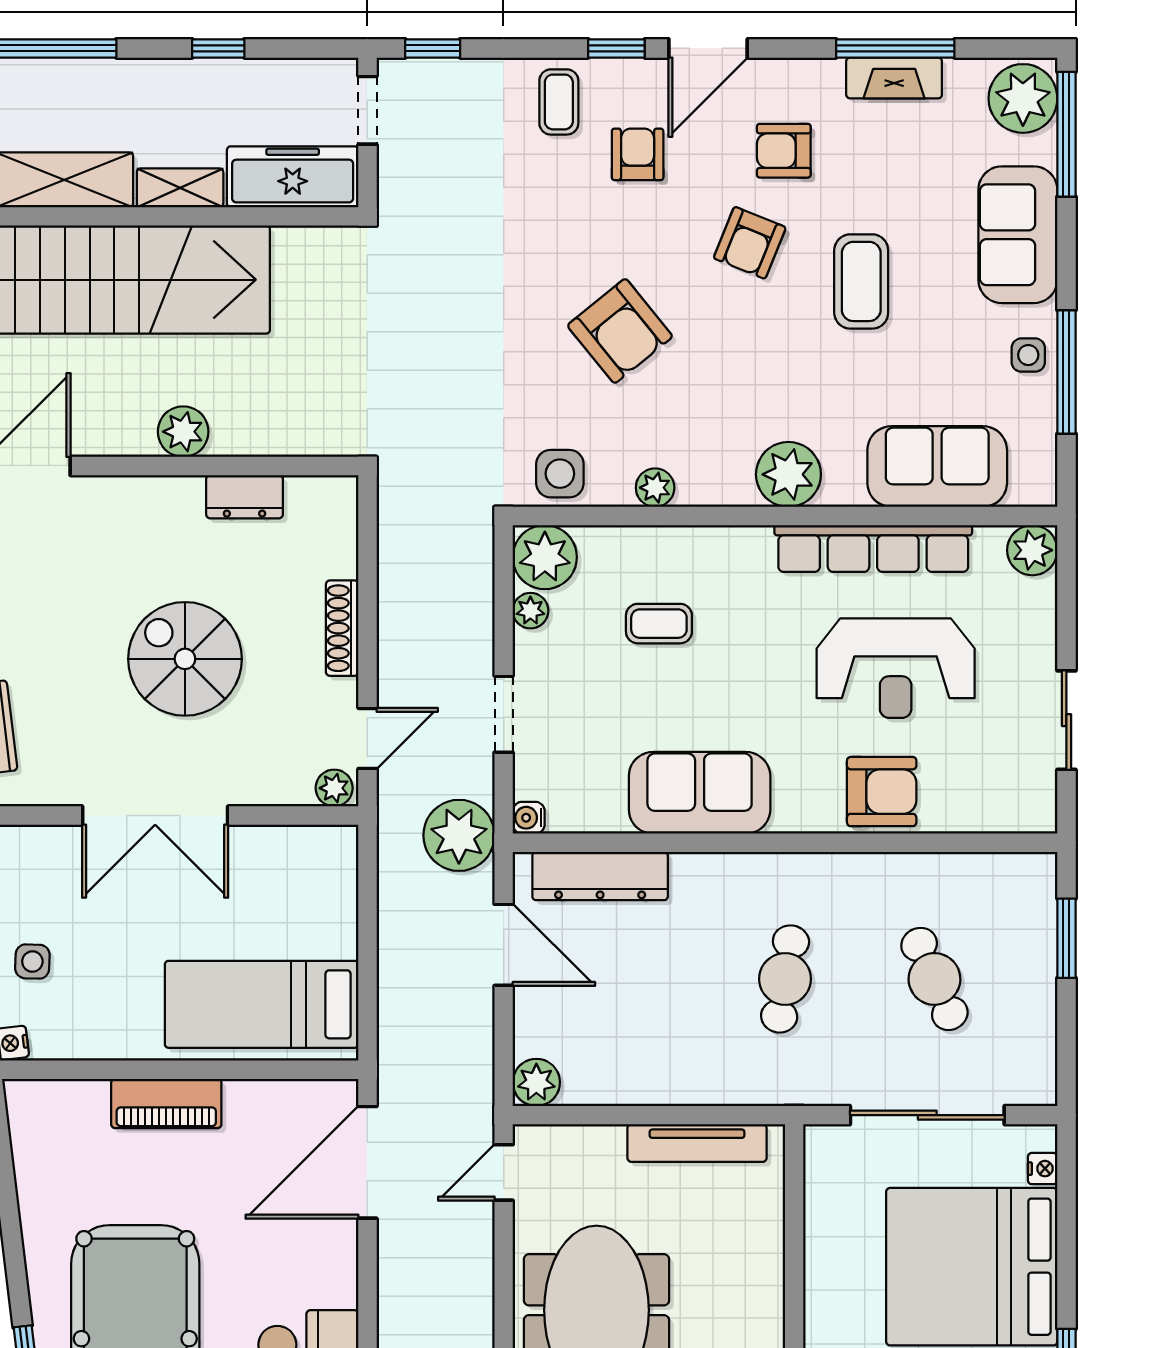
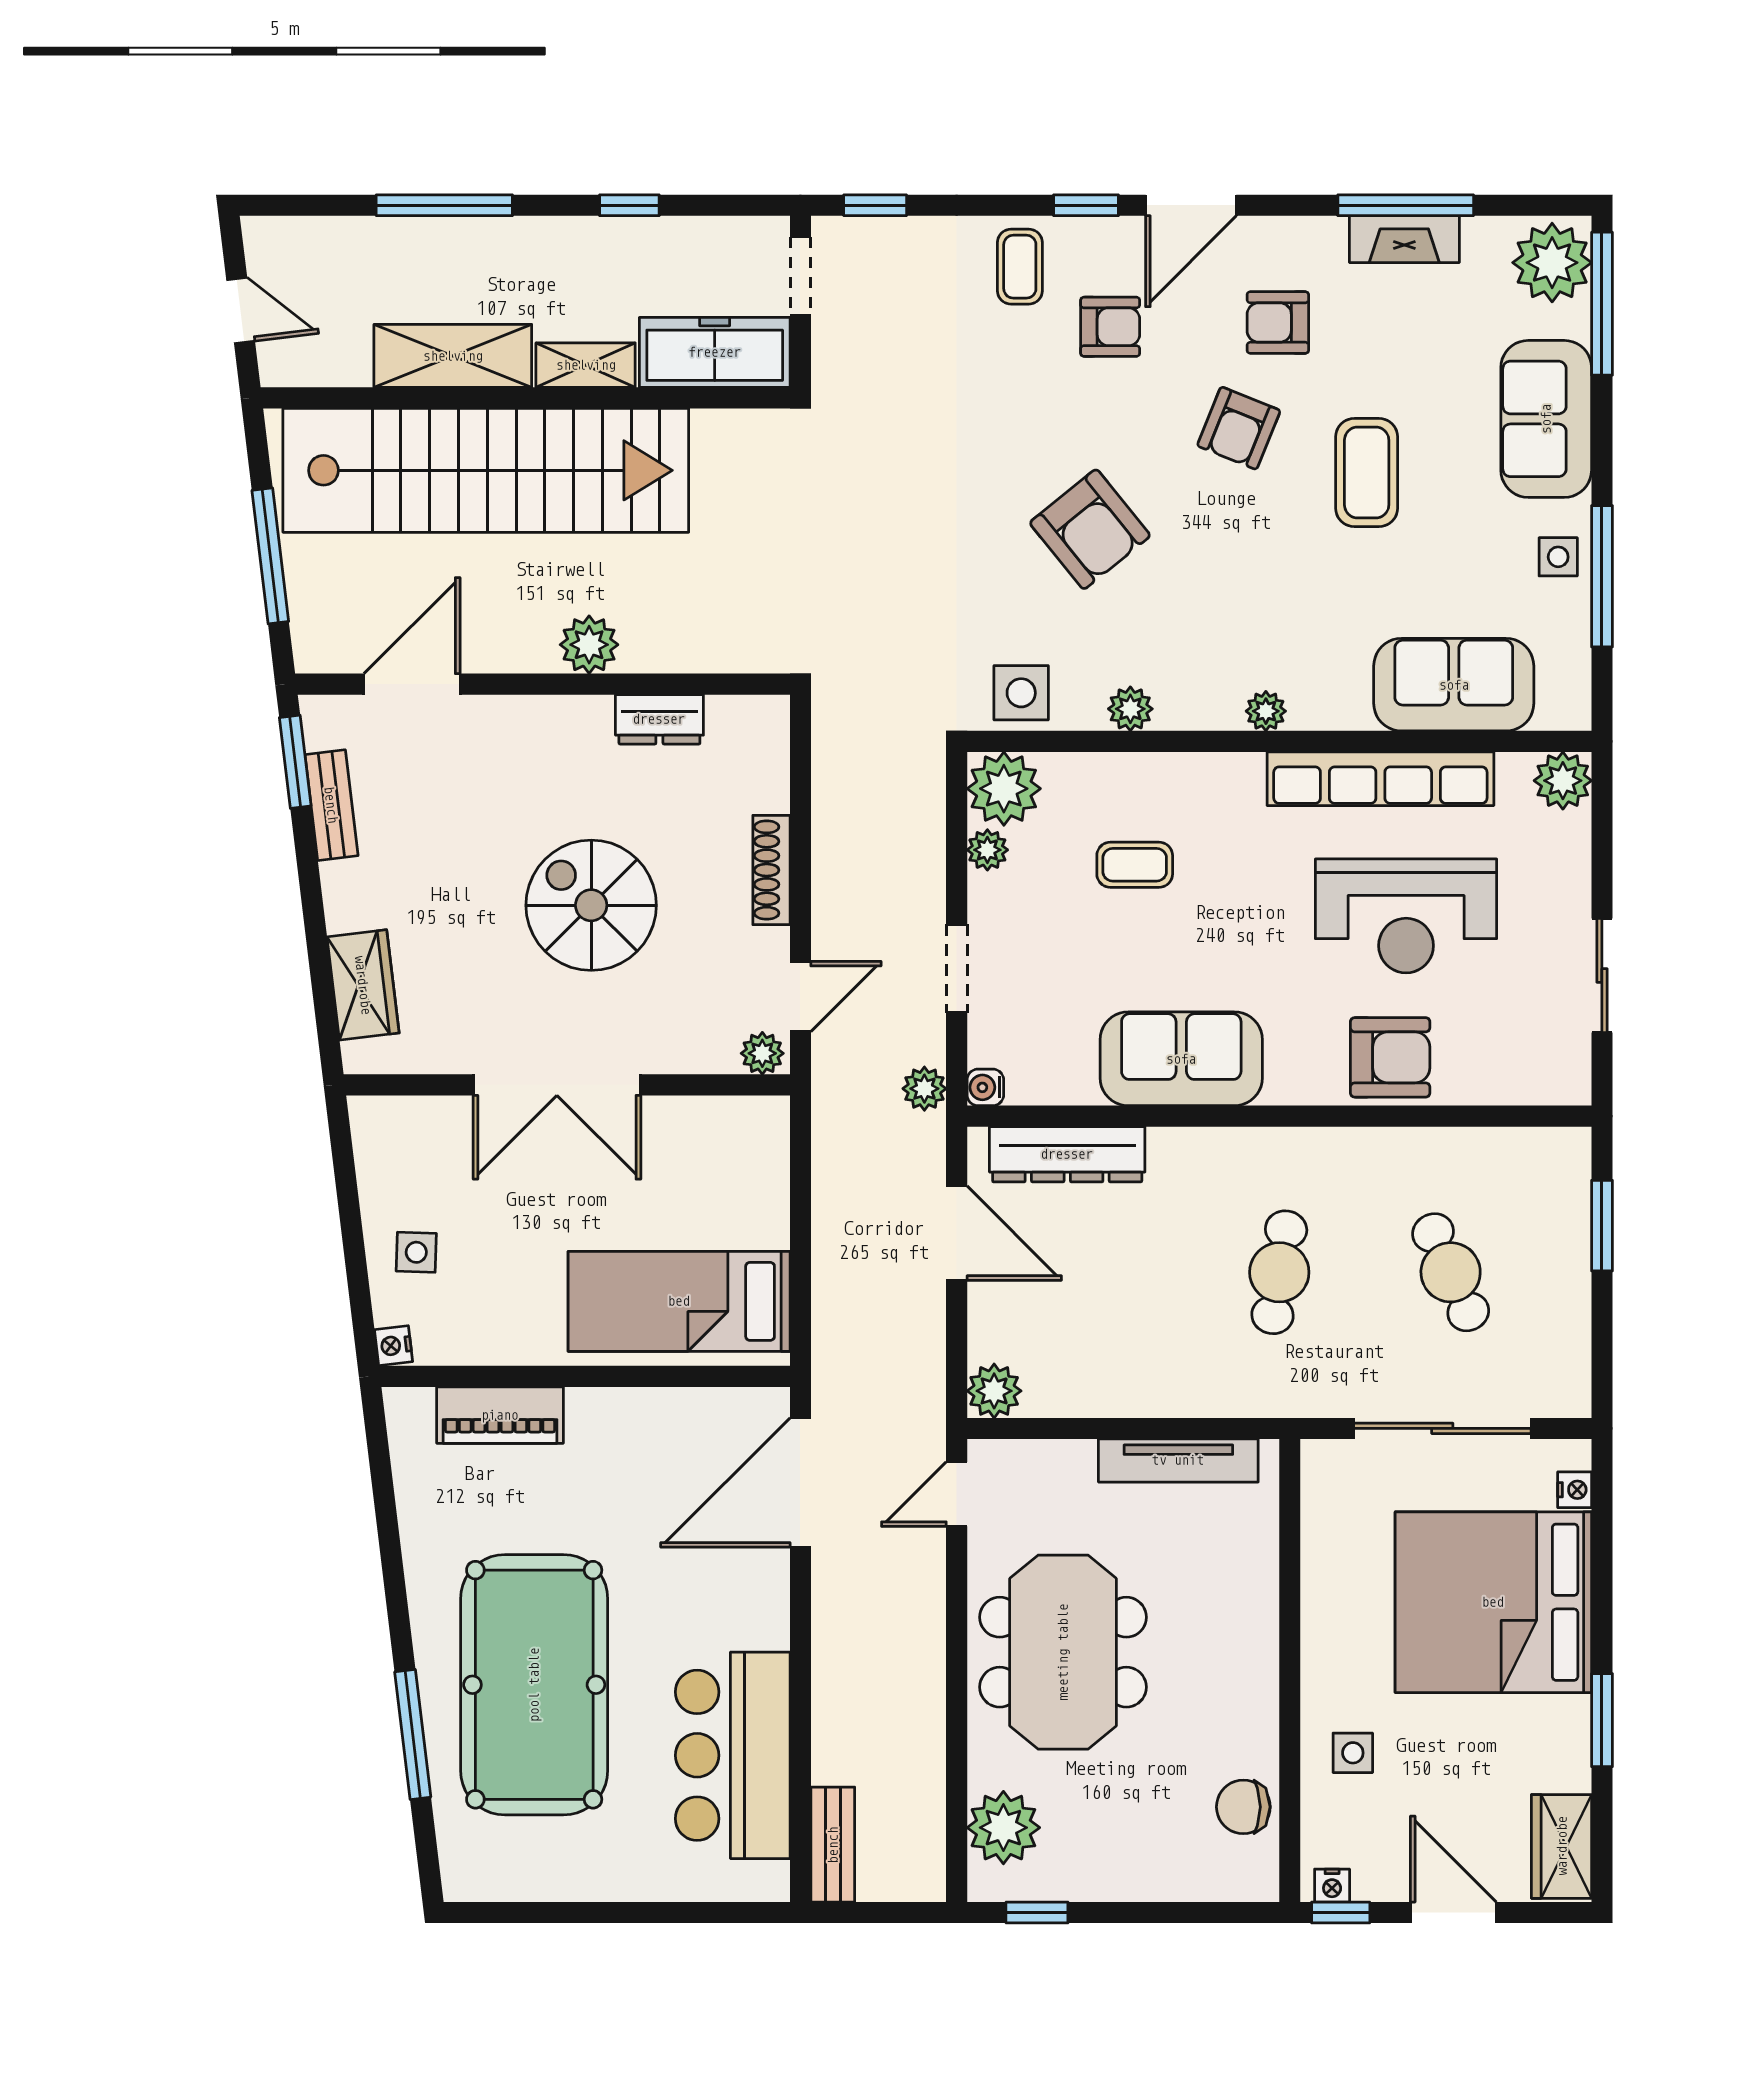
armchair: (638, 154) -> (1110, 327), turned 90
plant: (788, 474) -> (1266, 711), width x0.53, depth x0.53
plant: (459, 835) -> (924, 1089), width x0.53, depth x0.53
piano: (166, 1103) -> (500, 1415), moved

